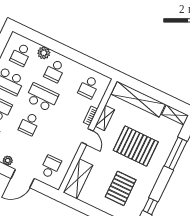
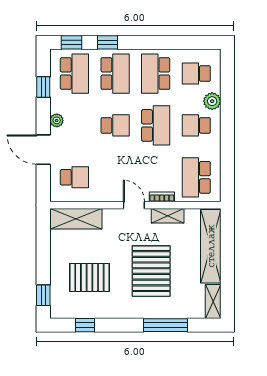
school desk: (89, 87) -> (196, 177), width x1.85
school desk: (29, 124) -> (115, 125), turned 180
door: (87, 137) -> (134, 205), swing flipped

